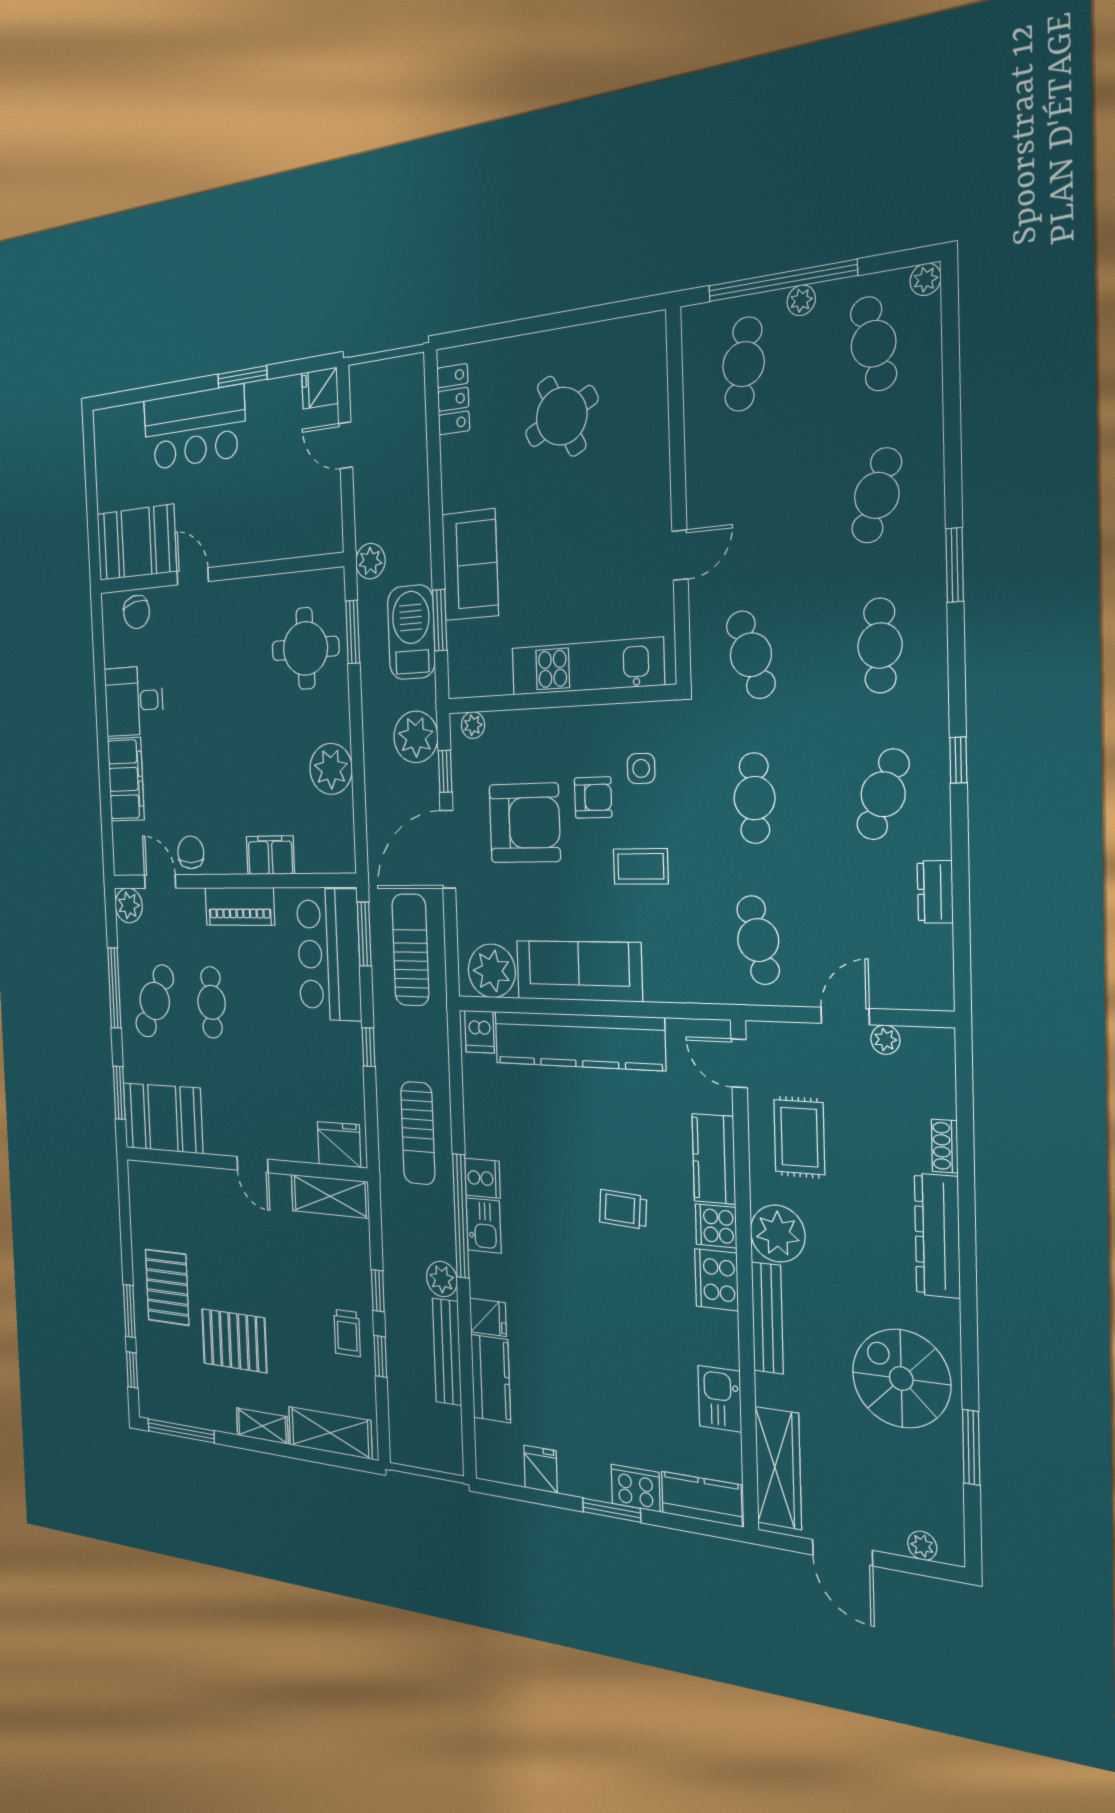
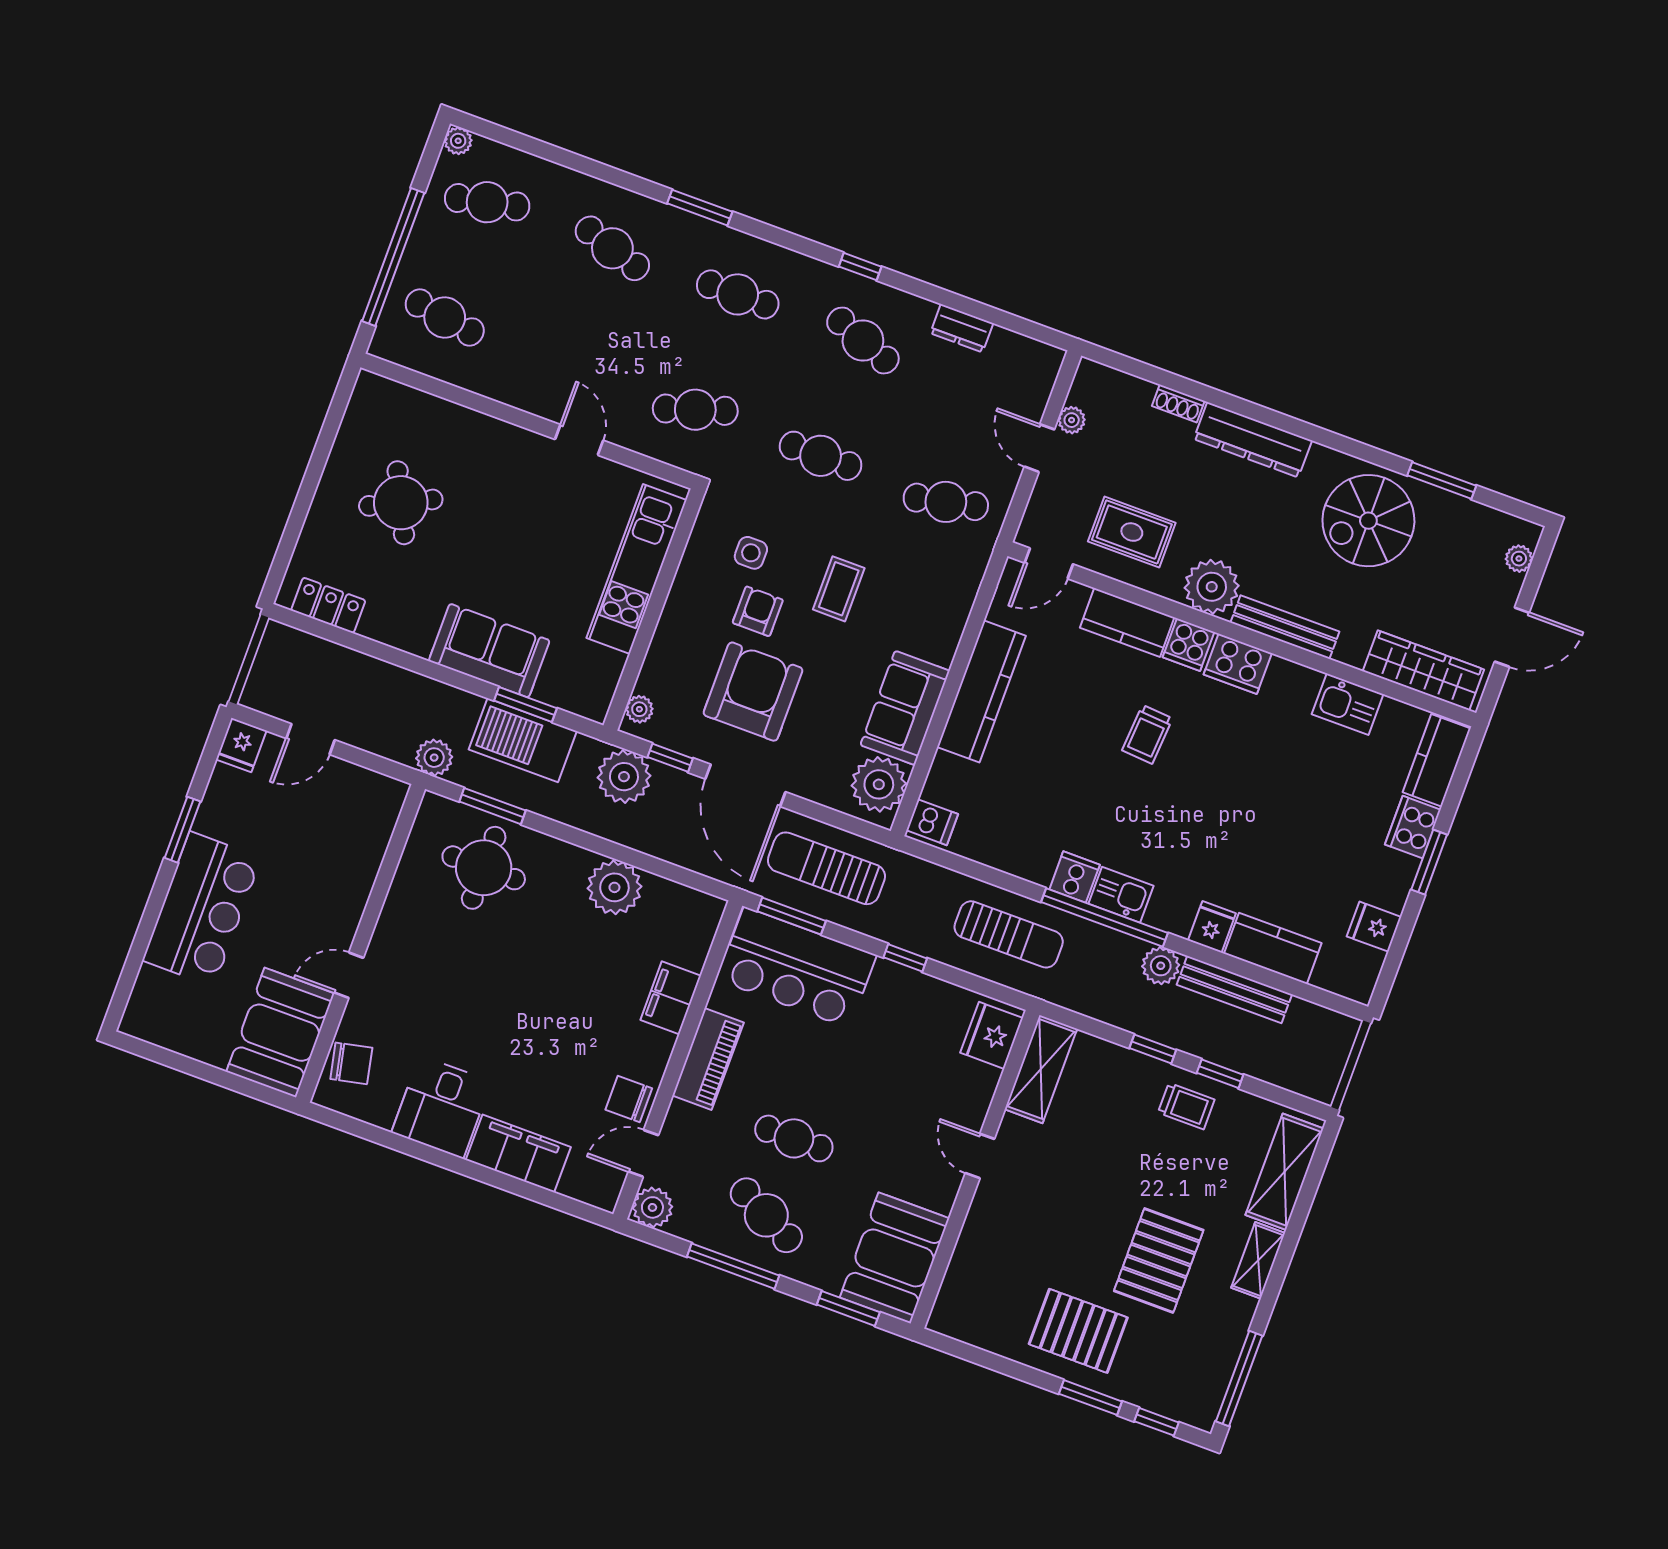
plant: (801, 300) -> (419, 247), removed
sofa: (579, 971) -> (905, 708), width x0.73
kitchen counter: (579, 1041) -> (981, 691), width x0.72, depth x0.86
door: (253, 1165) -> (980, 1156), swing flipped

